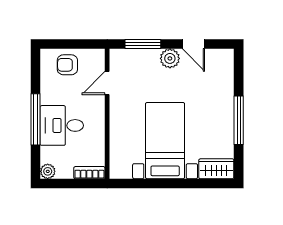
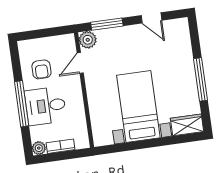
plant: (170, 58) -> (88, 40), moved
armchair: (67, 65) -> (41, 69), moved, turned -90
bookcase: (89, 173) -> (61, 146), moved

